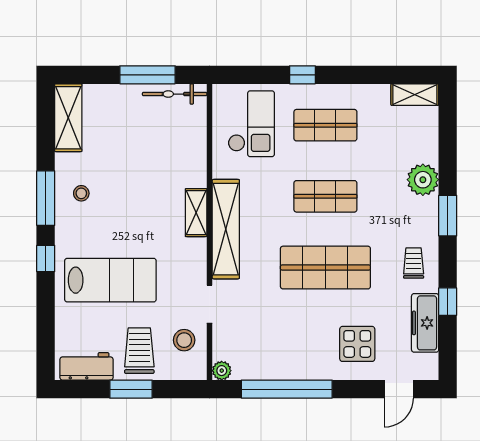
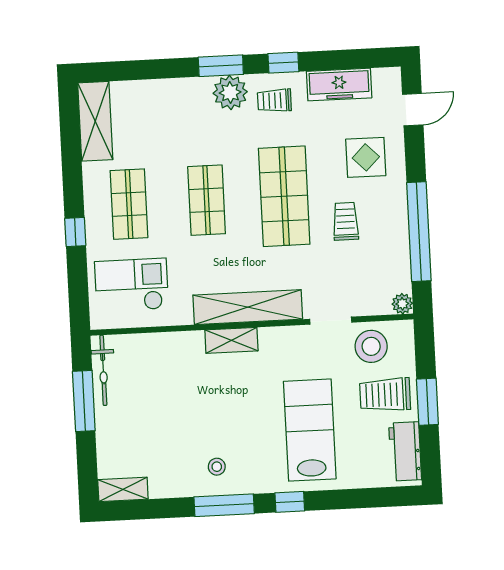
shelving: (415, 95) -> (95, 121), width x1.50, depth x1.33
shelving: (68, 118) -> (123, 489), width x0.67, depth x0.75
plant: (423, 180) -> (230, 92), moved
window: (448, 302) -> (283, 63), moved
trolley: (300, 322) -> (346, 221), added
stool: (184, 340) -> (371, 346), width x1.38, depth x1.38
door: (399, 389) -> (413, 110), hinge flipped

